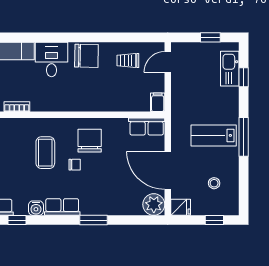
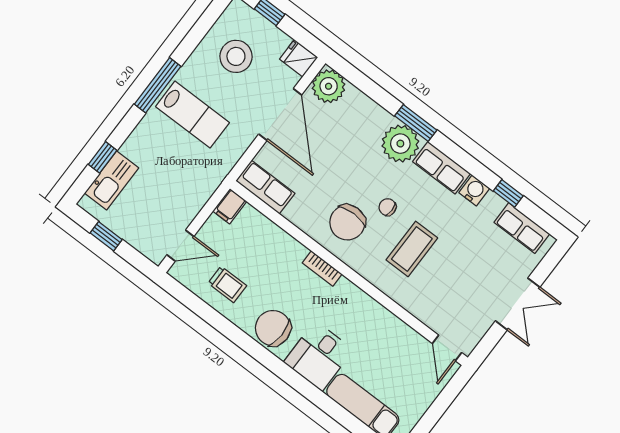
bookcase: (17, 107) -> (322, 268), moved
stool: (214, 183) -> (236, 56), width x1.89, depth x1.89
plant: (93, 203) -> (400, 144), added

